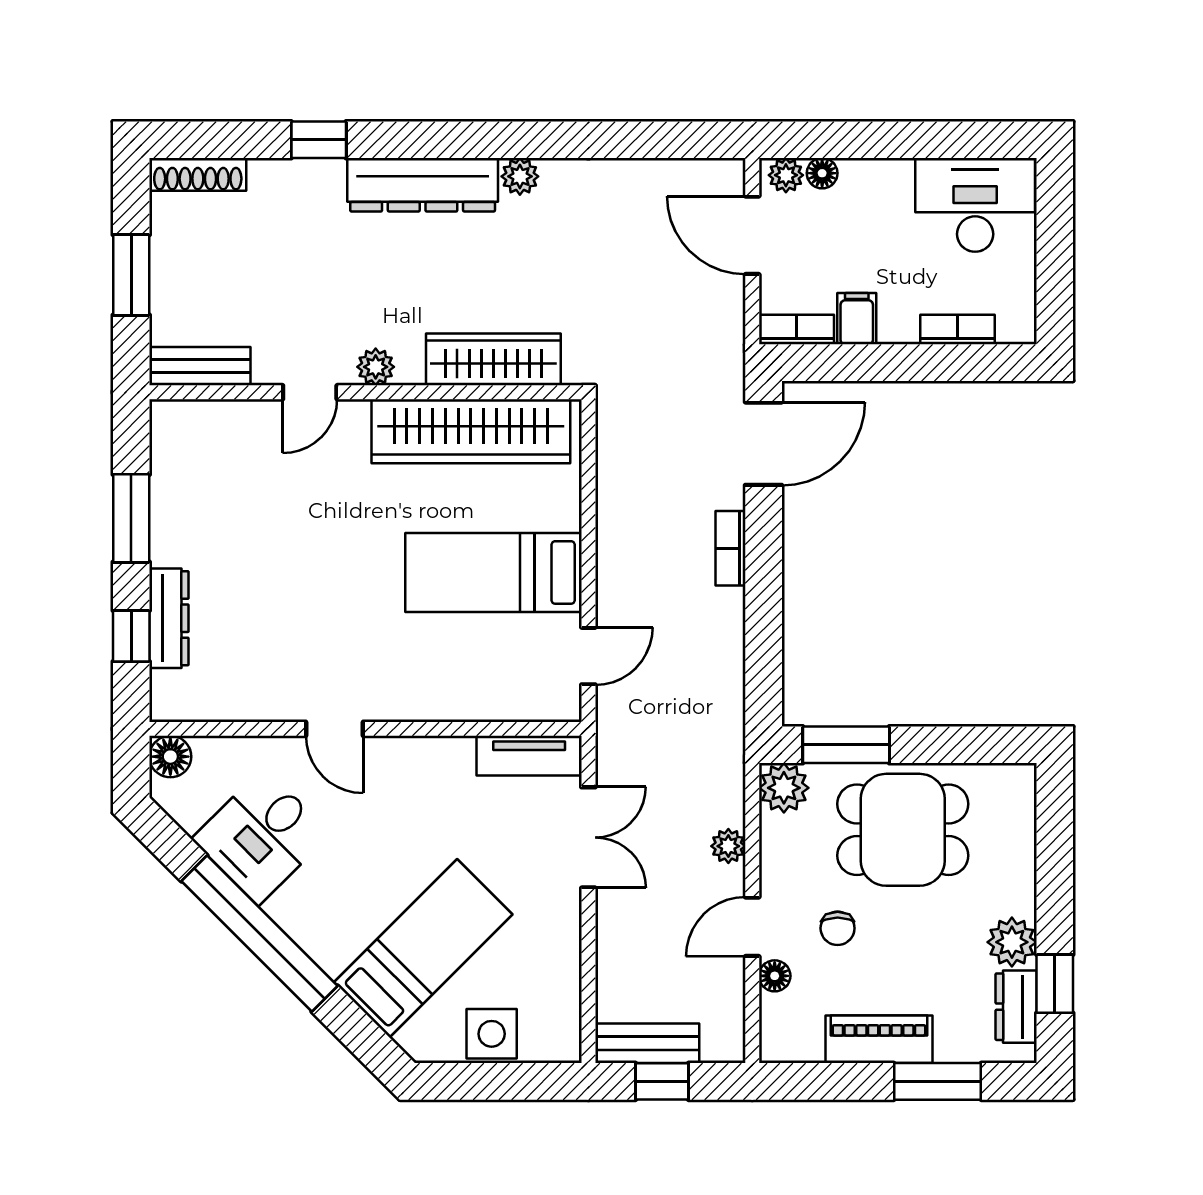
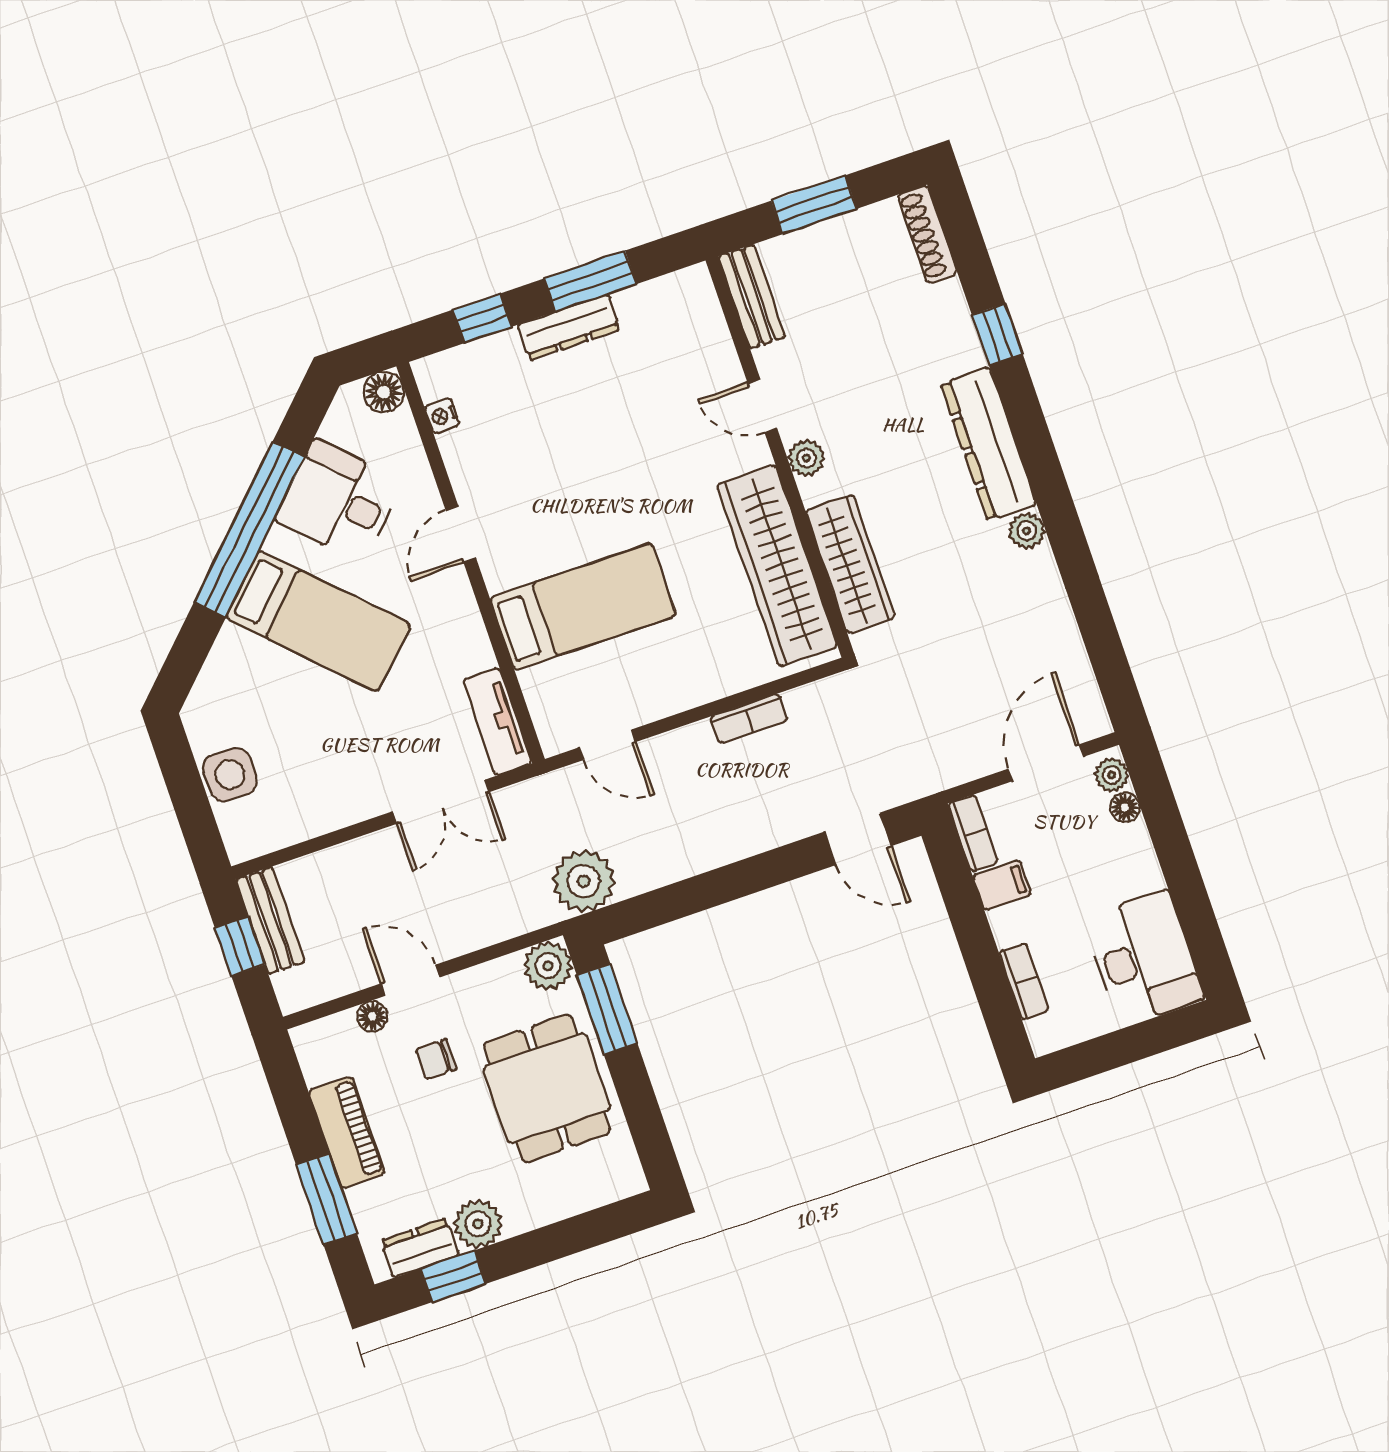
door: (764, 444) -> (858, 839), width x0.73
bookcase: (730, 548) -> (749, 719), moved, turned 180
bed: (493, 572) -> (583, 607), moved, turned 90
dresser: (169, 618) -> (569, 327), moved
nightstand: (213, 708) -> (442, 416), added
plant: (728, 846) -> (584, 881), moved, width x1.87, depth x1.87
bed: (423, 948) -> (318, 621), moved

